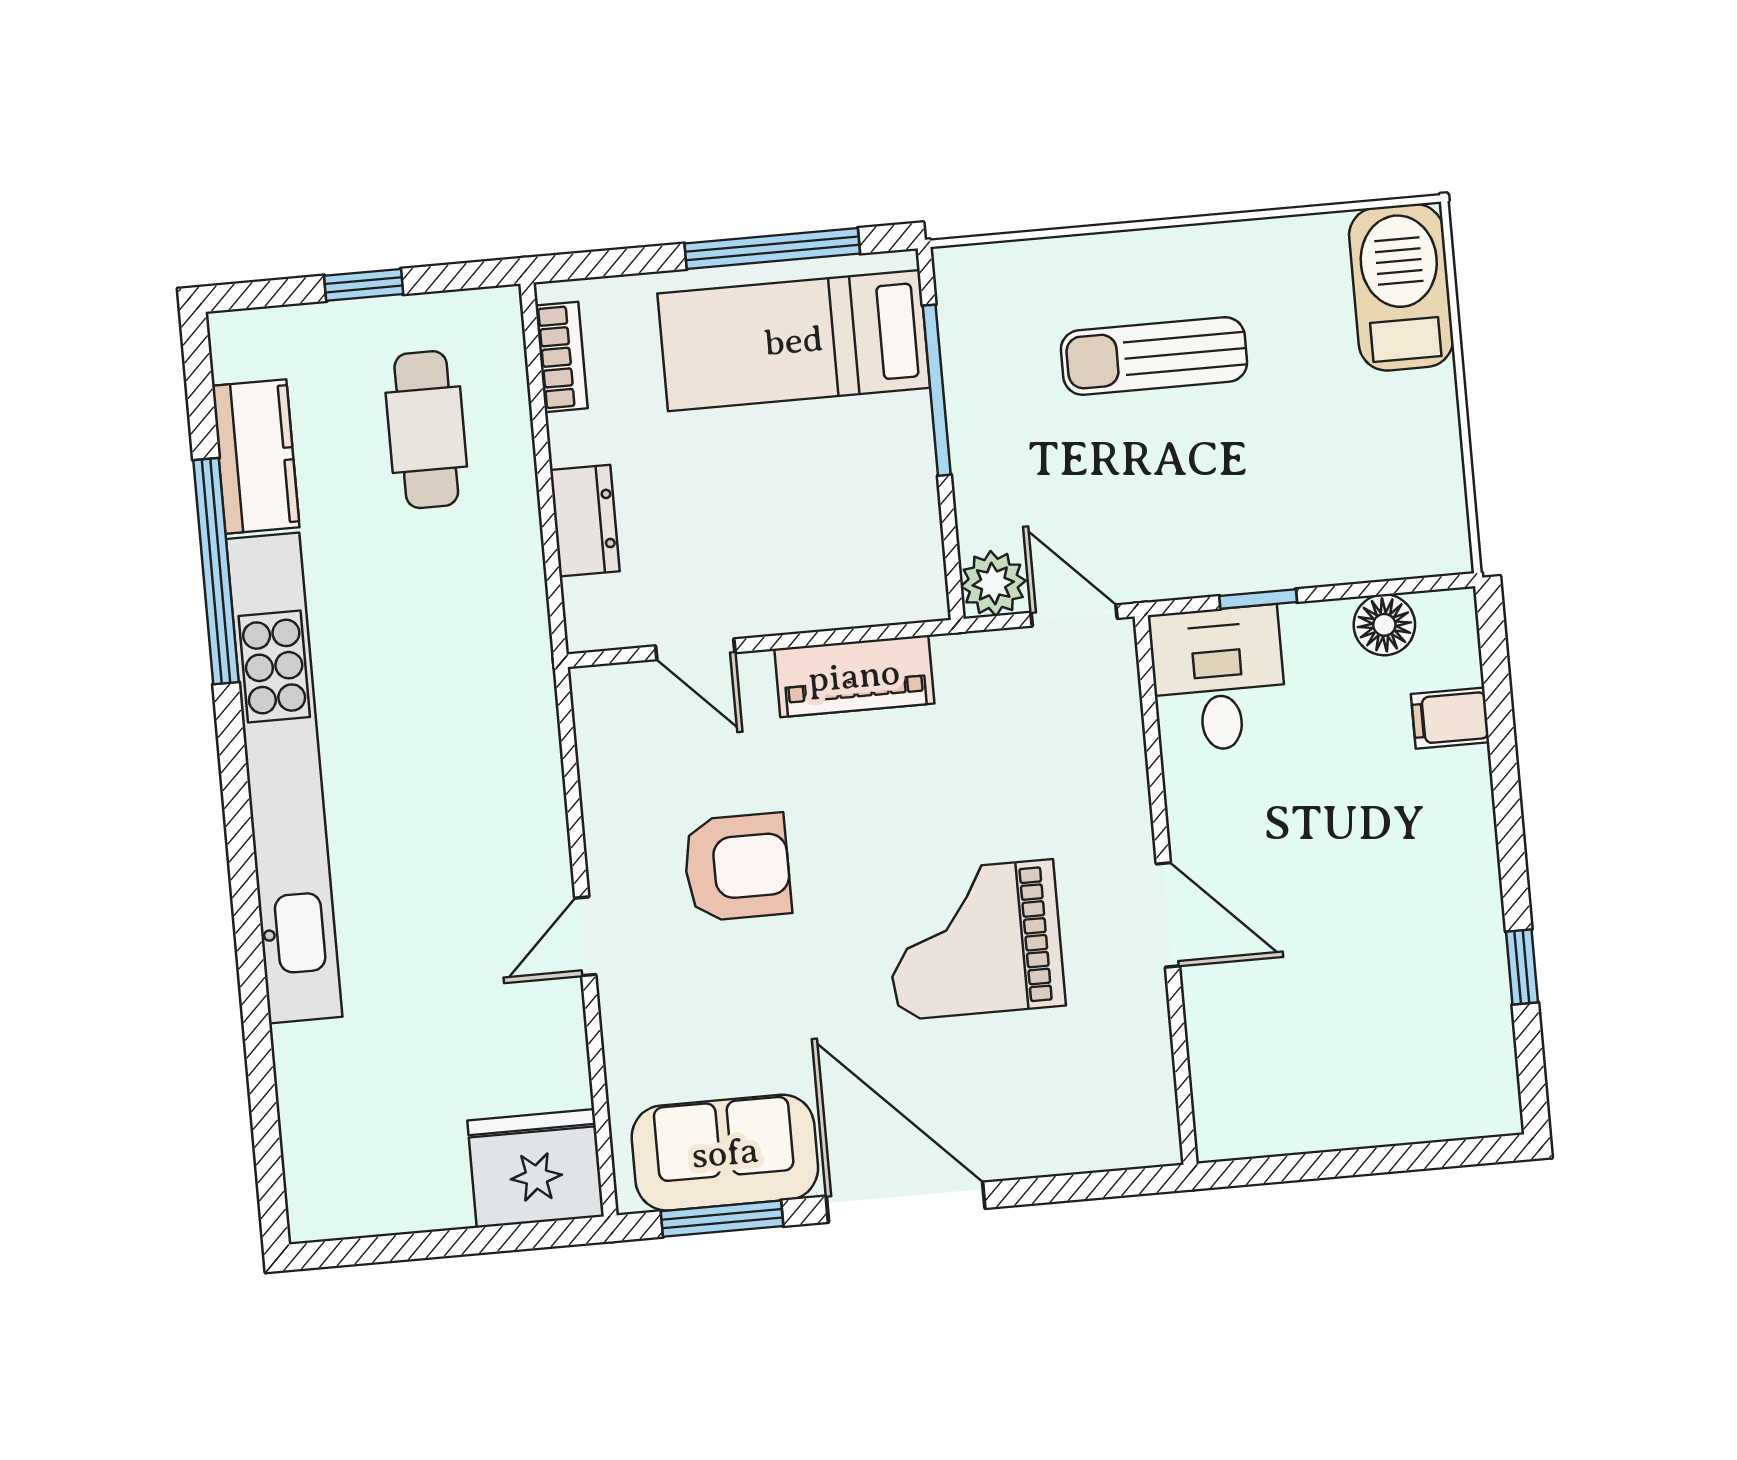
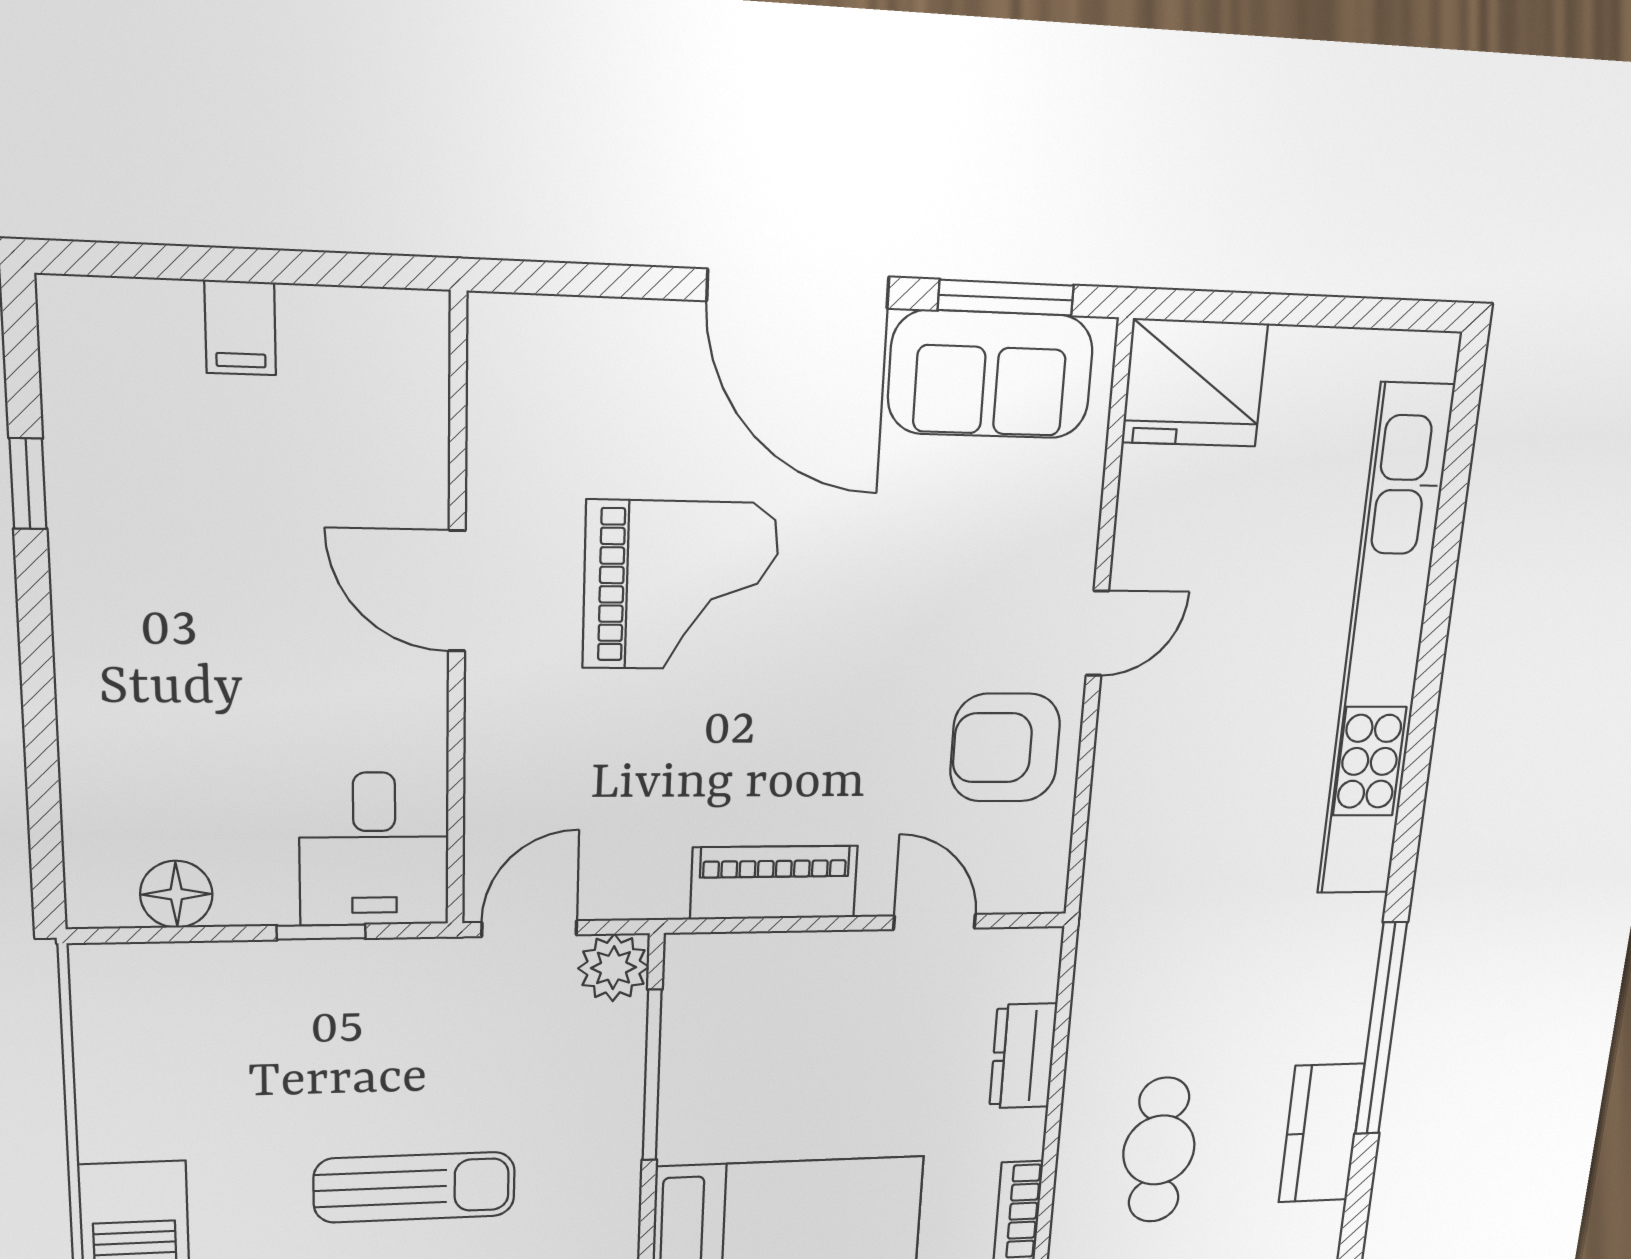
window: (937, 390) -> (652, 1076), moved
door: (1074, 615) -> (529, 929), swing flipped
filing cabinet: (1450, 718) -> (240, 328), moved, turned 90
kitchen unit: (284, 778) -> (1384, 646), moved
armchair: (737, 867) -> (1005, 748), moved

